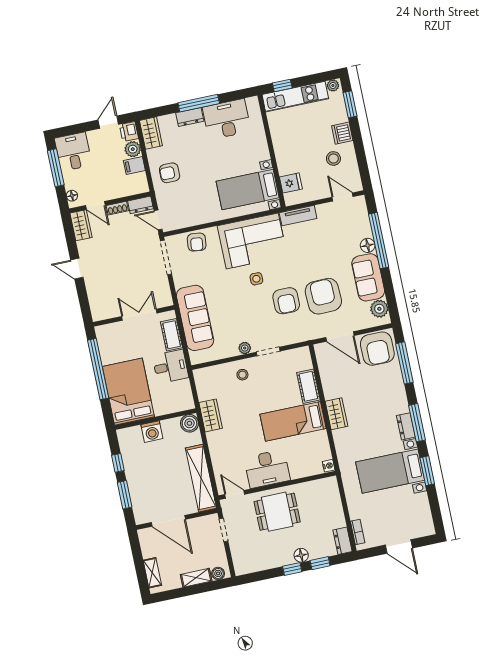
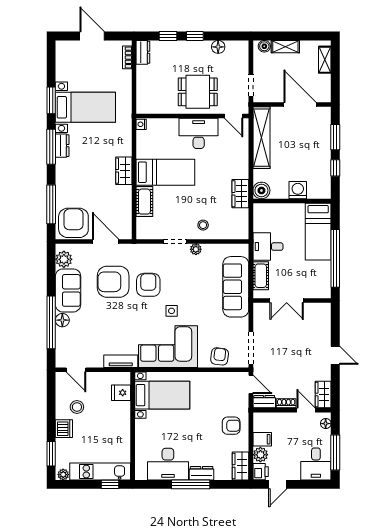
armchair: (323, 296) -> (113, 282), turned 92
bed: (128, 392) -> (318, 232), width x0.67
floor lamp: (301, 555) -> (218, 47), moved

